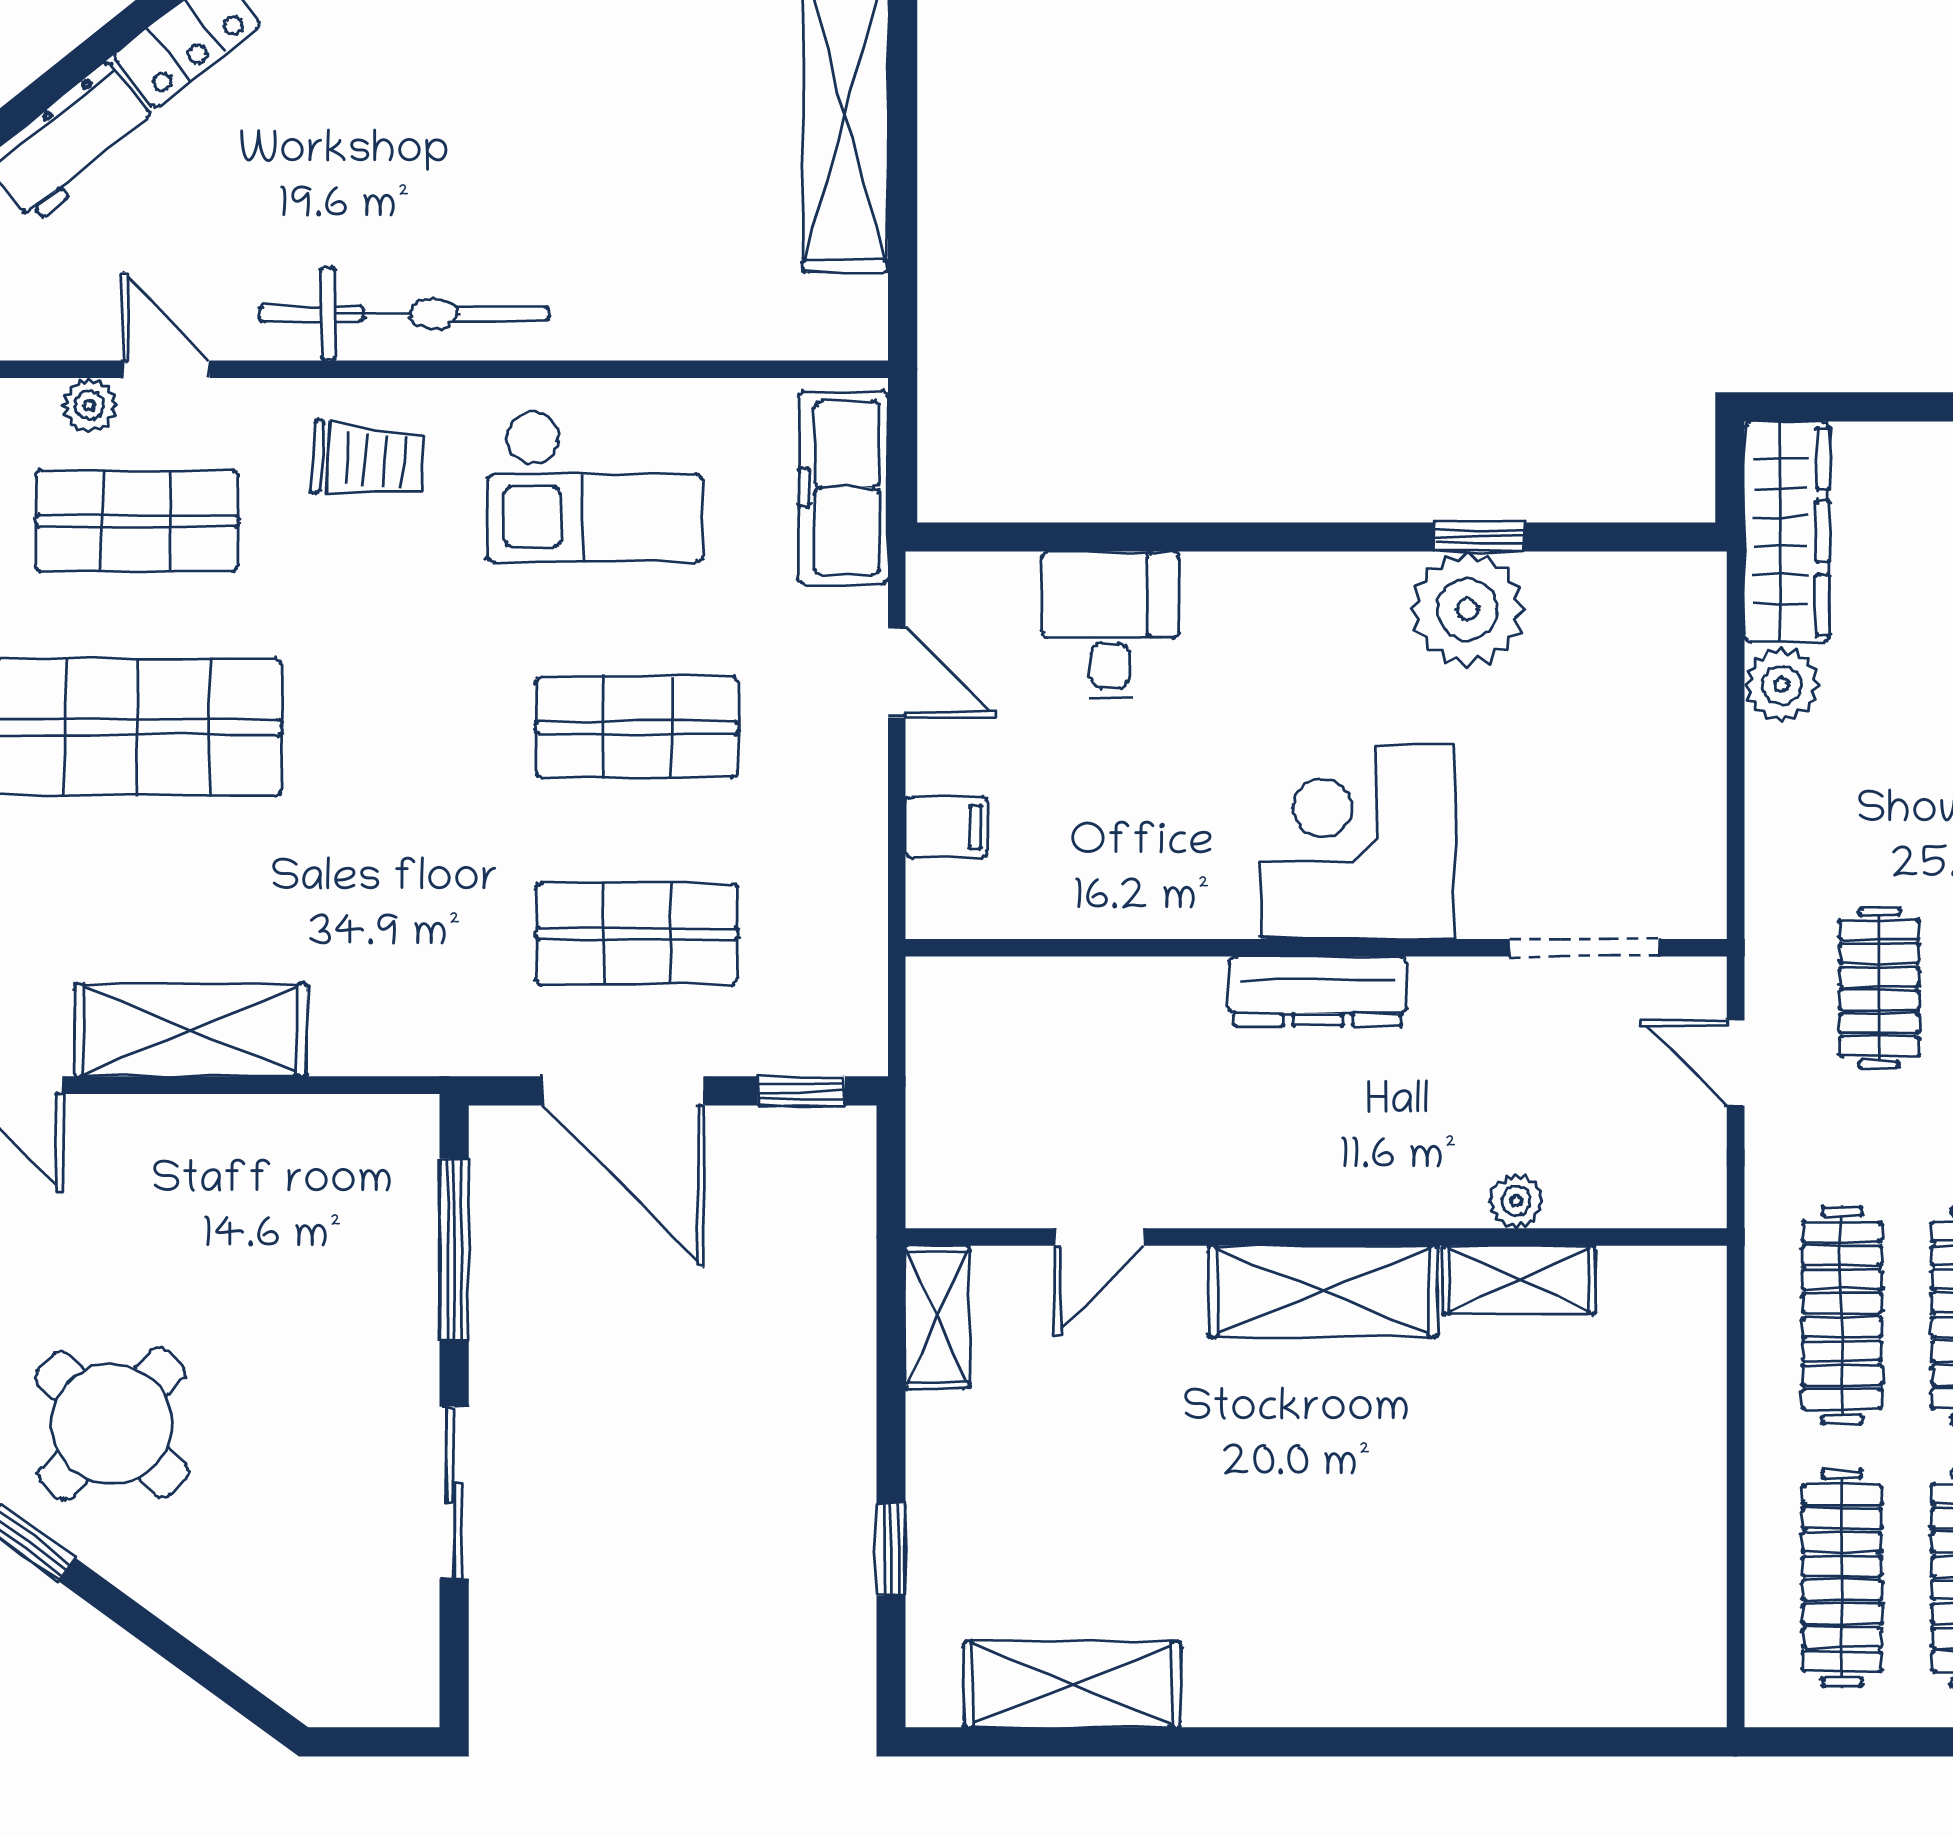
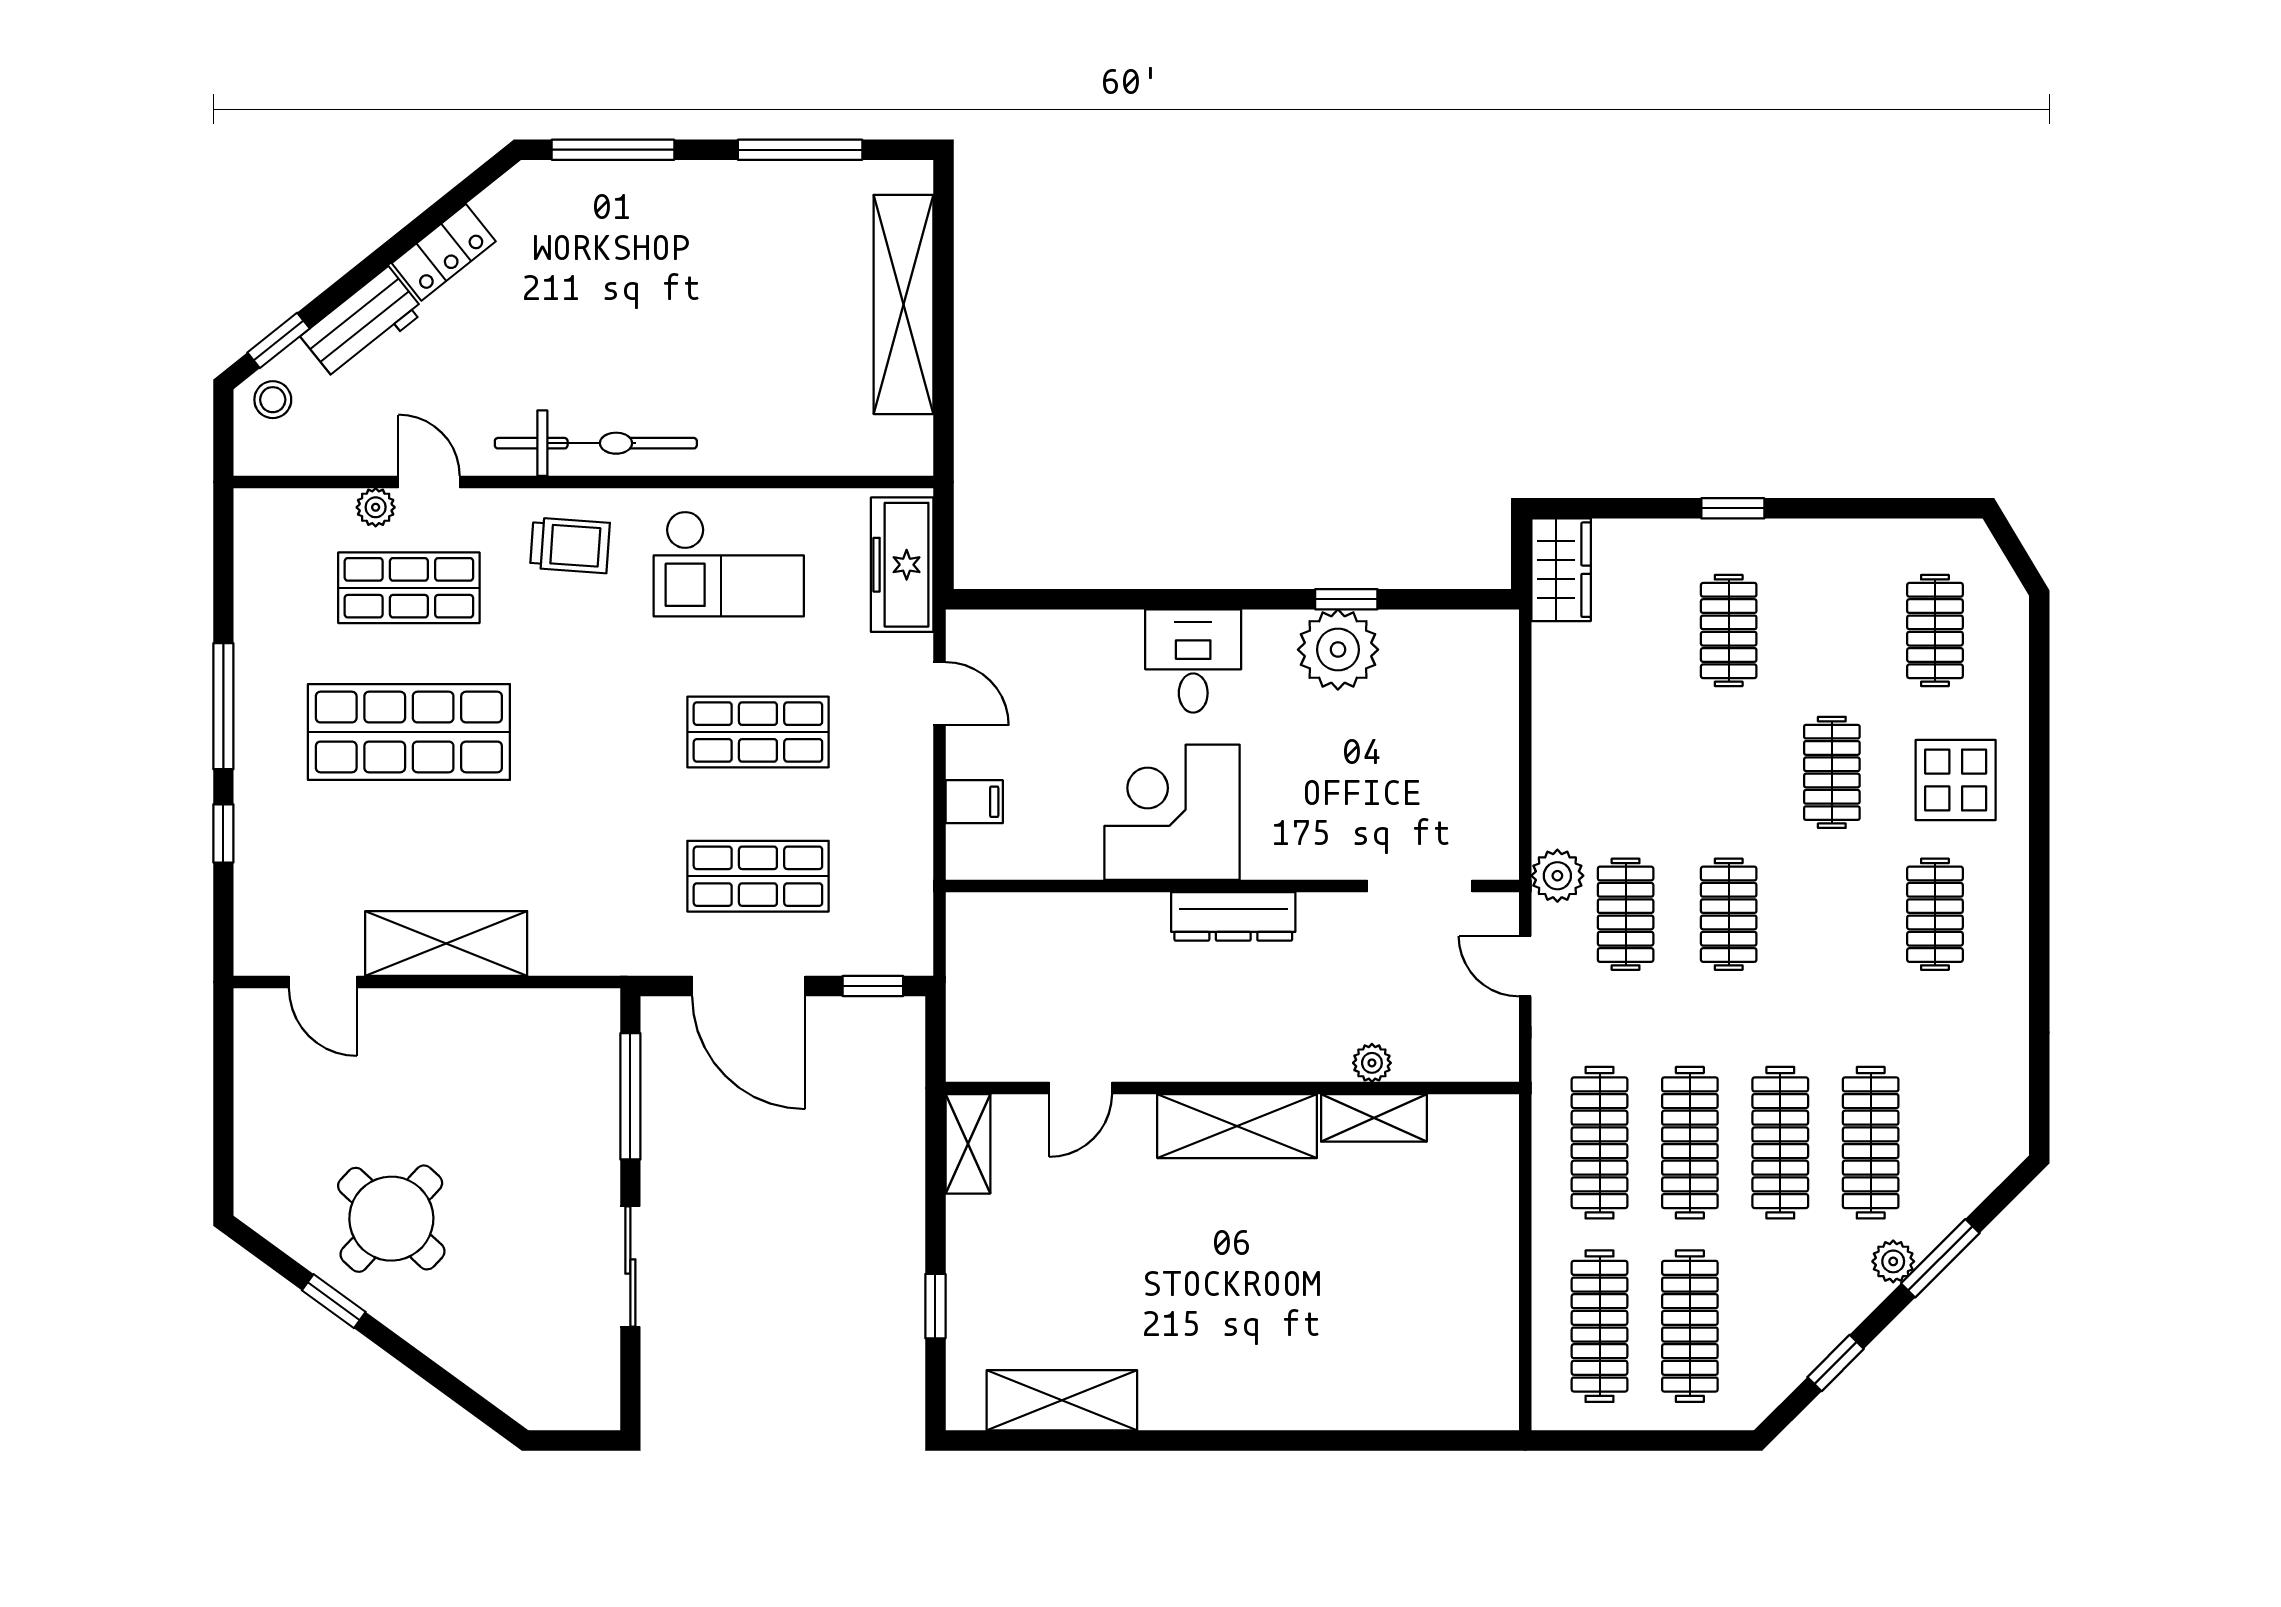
wardrobe: (1787, 532) -> (1561, 570), width x0.67
desk: (1110, 626) -> (1193, 661), moved
plant: (1782, 685) -> (1557, 876), moved
corner desk: (1357, 842) -> (1172, 812), moved

